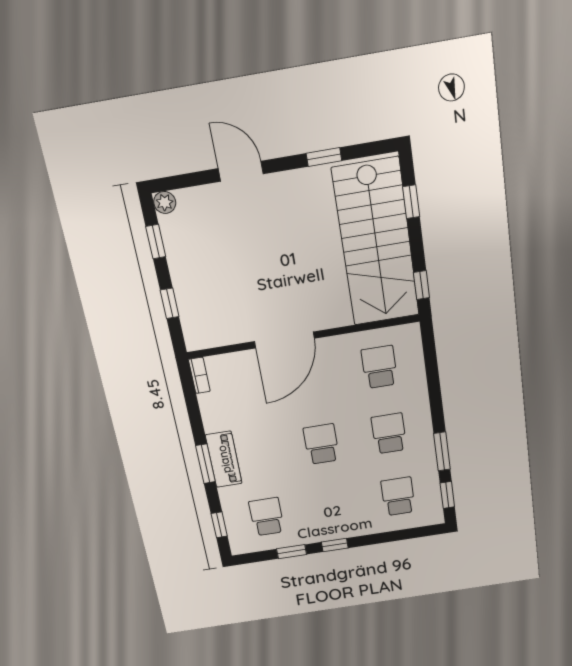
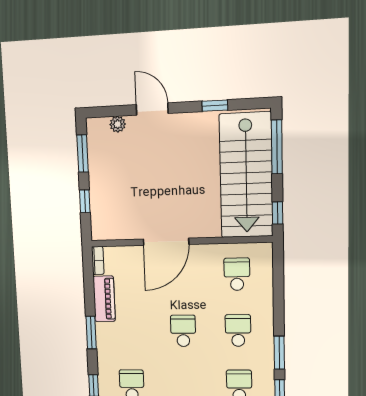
plant: (165, 202) -> (118, 124), moved
window: (411, 202) -> (277, 147), width x2.17
window: (156, 242) -> (82, 153), width x1.50
piano: (224, 459) -> (104, 299), moved

